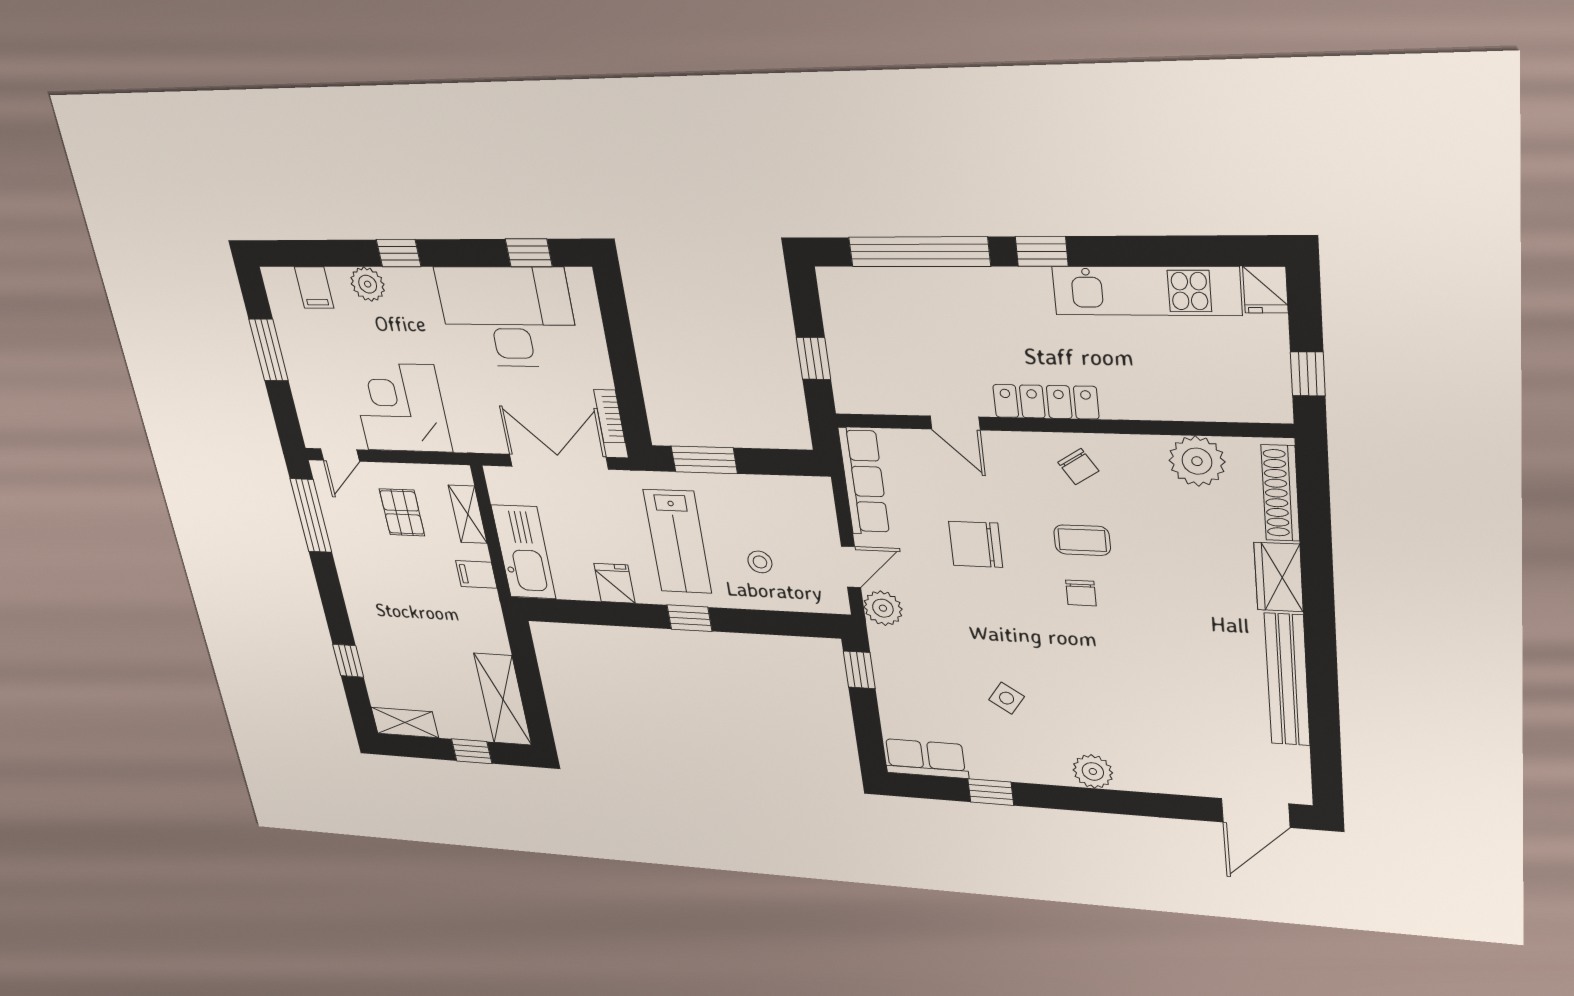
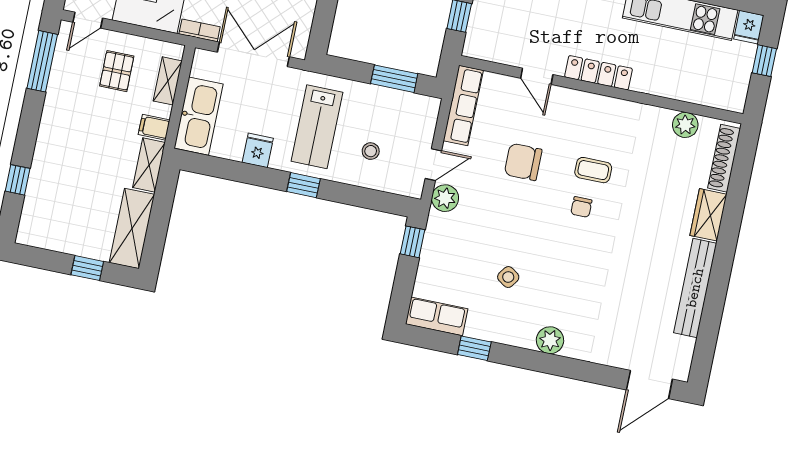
window: (1308, 374) -> (764, 61), moved
bookcase: (609, 416) -> (200, 30), moved, turned 90
window: (704, 460) -> (394, 79), moved
plant: (1197, 461) -> (685, 125), width x0.73, depth x0.73
chair: (1078, 467) -> (606, 119), removed
shelving: (405, 723) -> (149, 165), moved, turned 90

